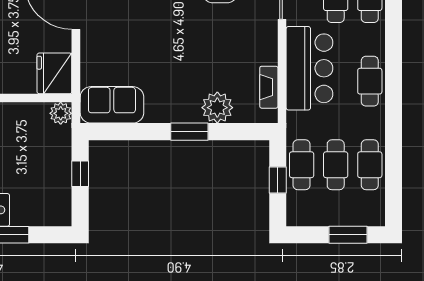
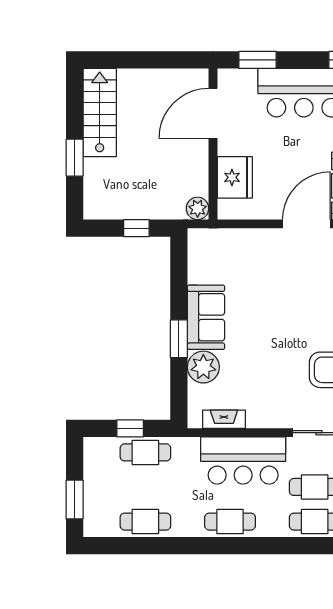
fridge: (54, 73) -> (235, 177), moved, turned 90
sofa: (112, 105) -> (206, 317), moved
cafe table: (336, 165) -> (145, 487), removed

